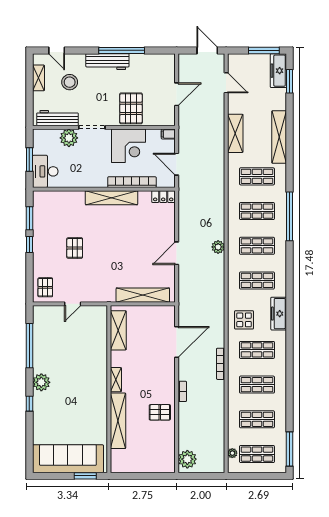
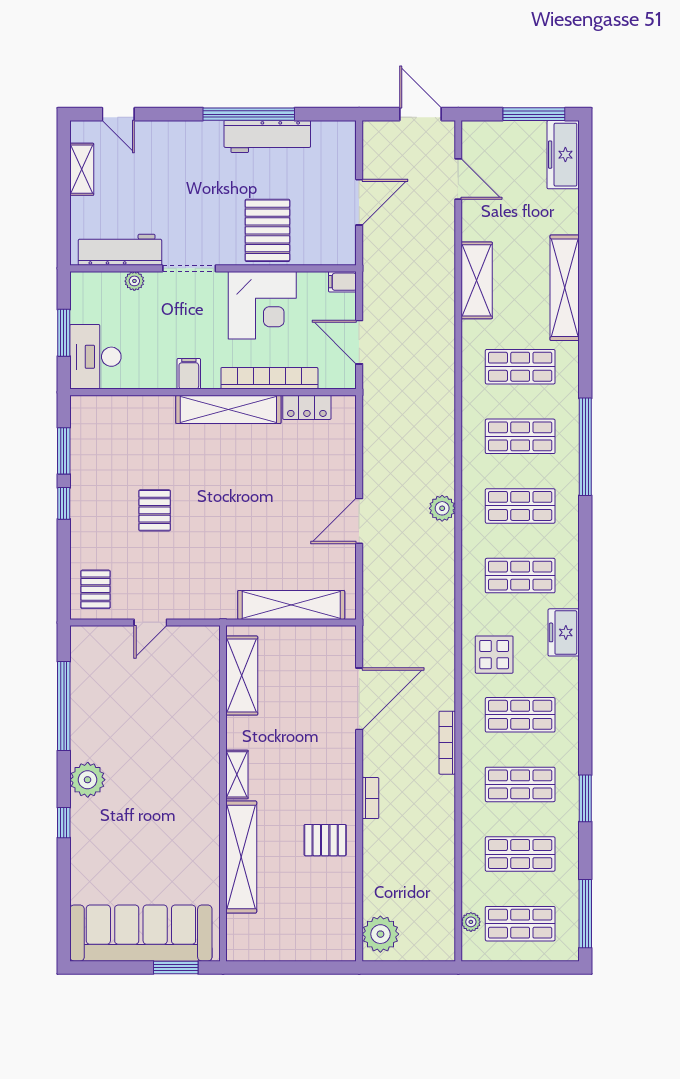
workbench: (107, 62) -> (267, 136), moved
window: (289, 81) -> (585, 798), moved
stool: (70, 82) -> (144, 178), removed
plant: (69, 138) -> (134, 281), width x0.53, depth x0.53
filing cabinet: (92, 180) -> (189, 374), added
locker: (163, 197) -> (307, 407), moved
freezer: (279, 314) -> (564, 632), width x0.71

